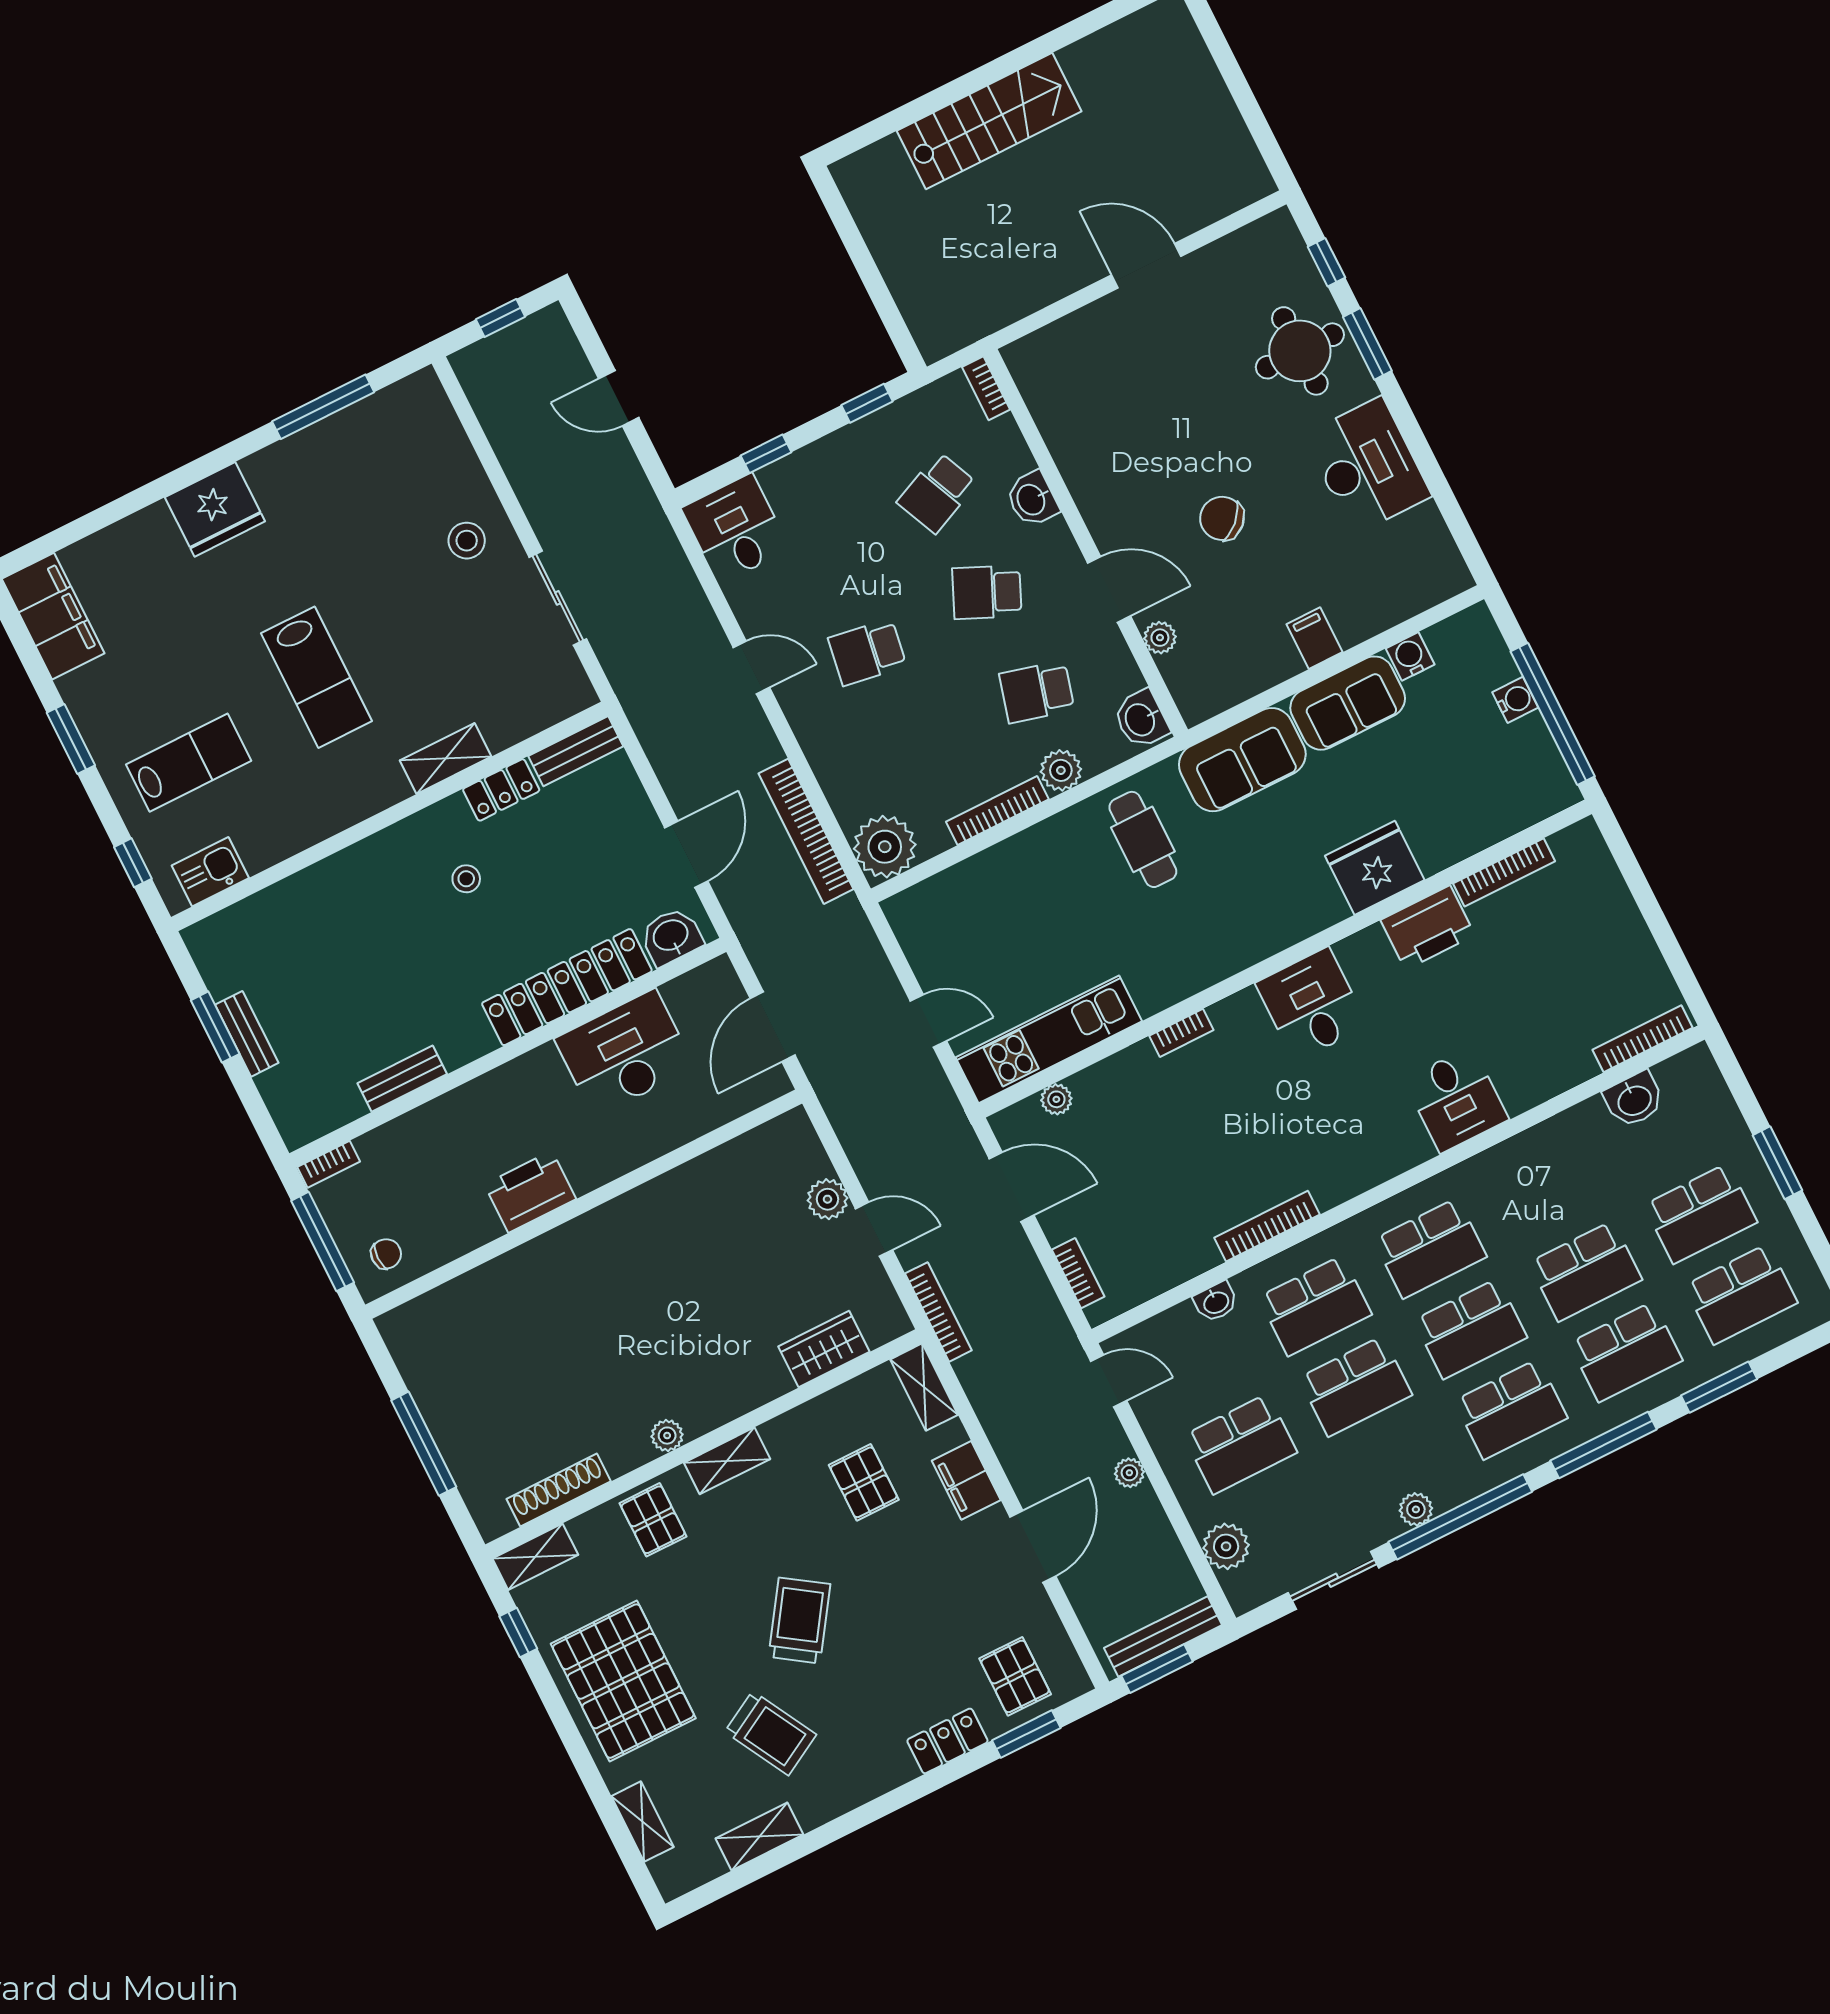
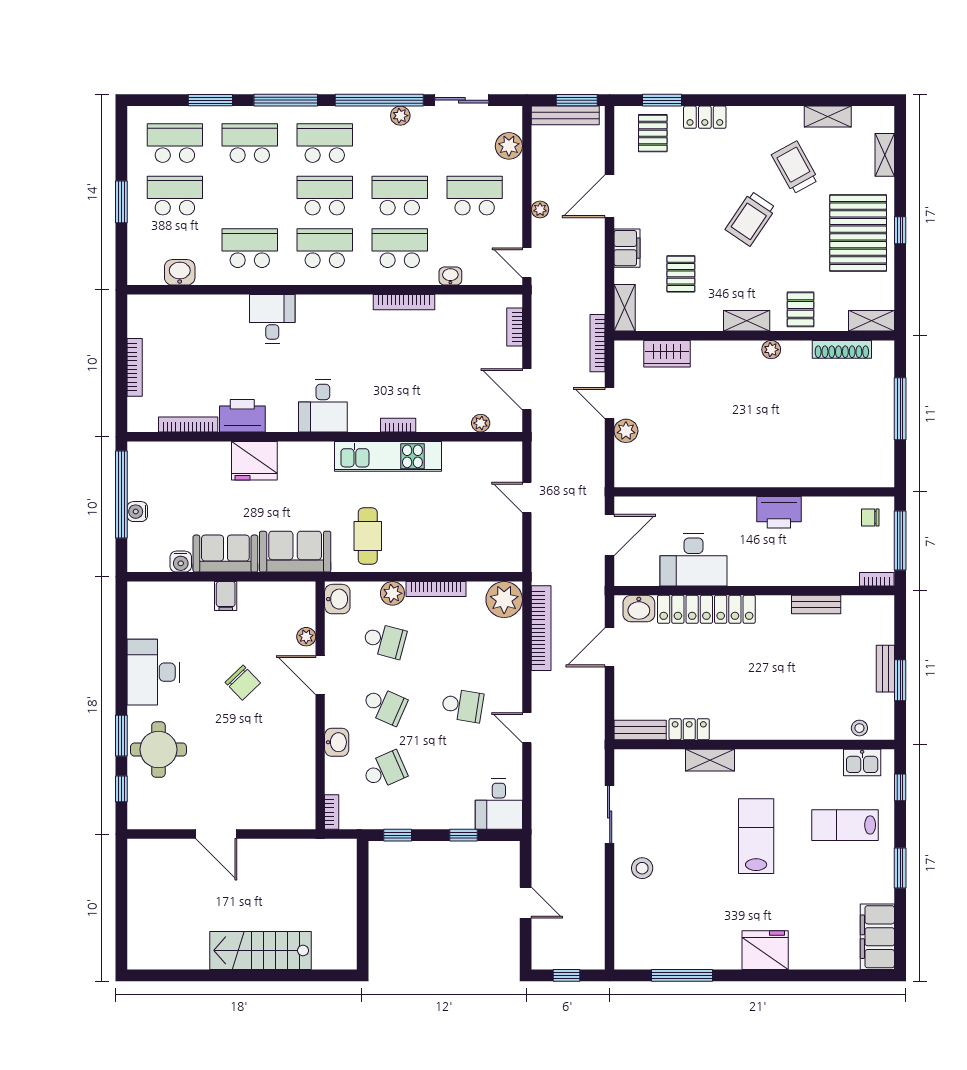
stool: (466, 879) -> (859, 728), moved
kitchen unit: (1049, 1039) -> (388, 456), moved
bookcase: (1643, 1039) -> (135, 367), moved, turned -90
school desk: (1585, 1271) -> (250, 248), moved
window: (518, 1632) -> (900, 230), moved

